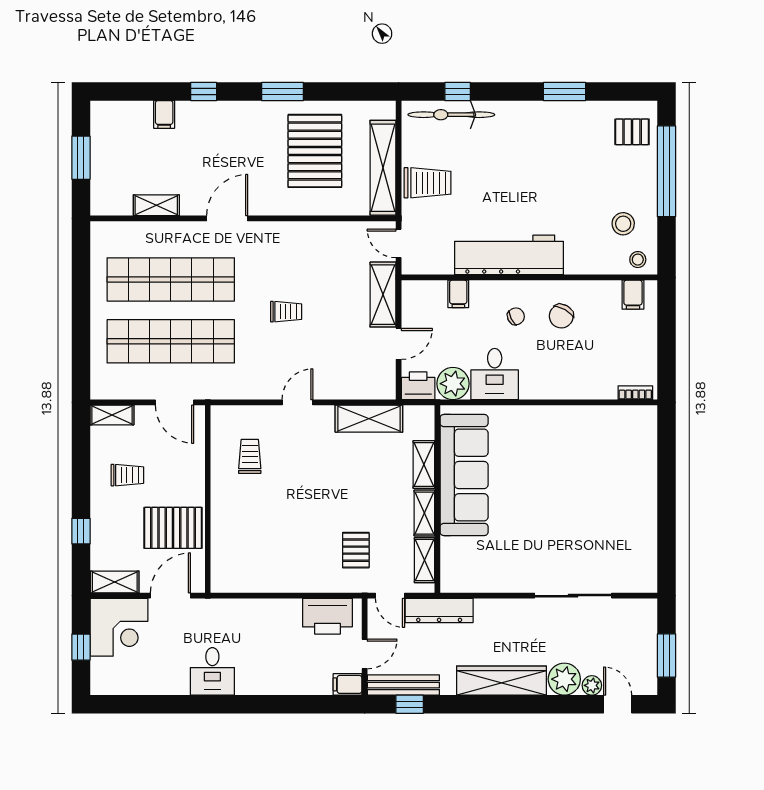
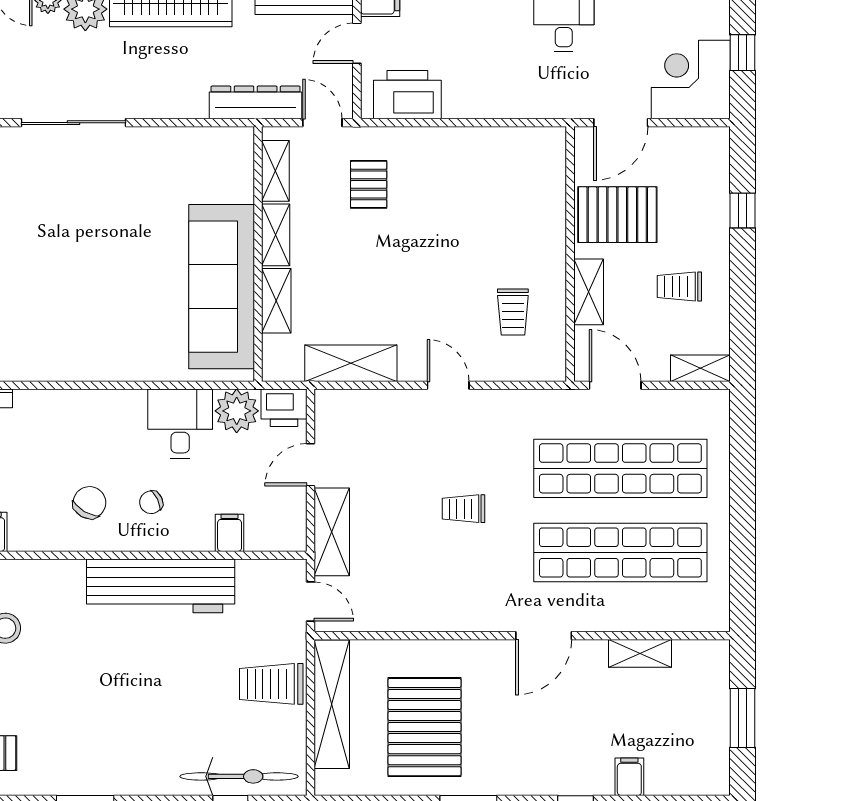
door: (297, 402) -> (448, 385), swing flipped
shelving: (115, 582) -> (589, 292), moved, turned 90

